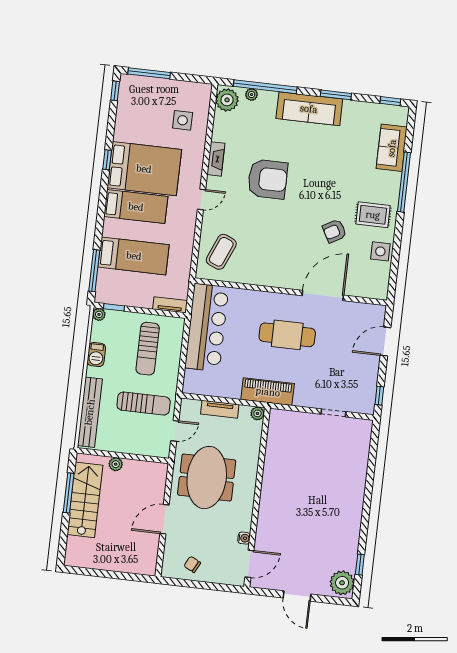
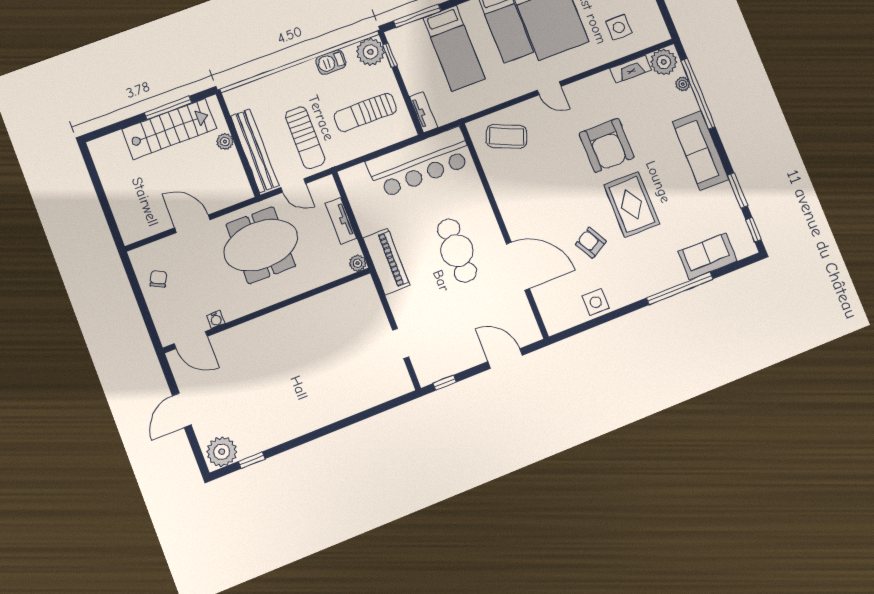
window: (336, 95) -> (738, 190), moved
fireplace: (216, 159) -> (631, 69), moved
rug: (373, 215) -> (632, 204), moved, width x1.36, depth x1.43
plant: (99, 314) -> (370, 52), width x1.88, depth x1.88
bench: (90, 412) -> (255, 151), moved, turned 90

